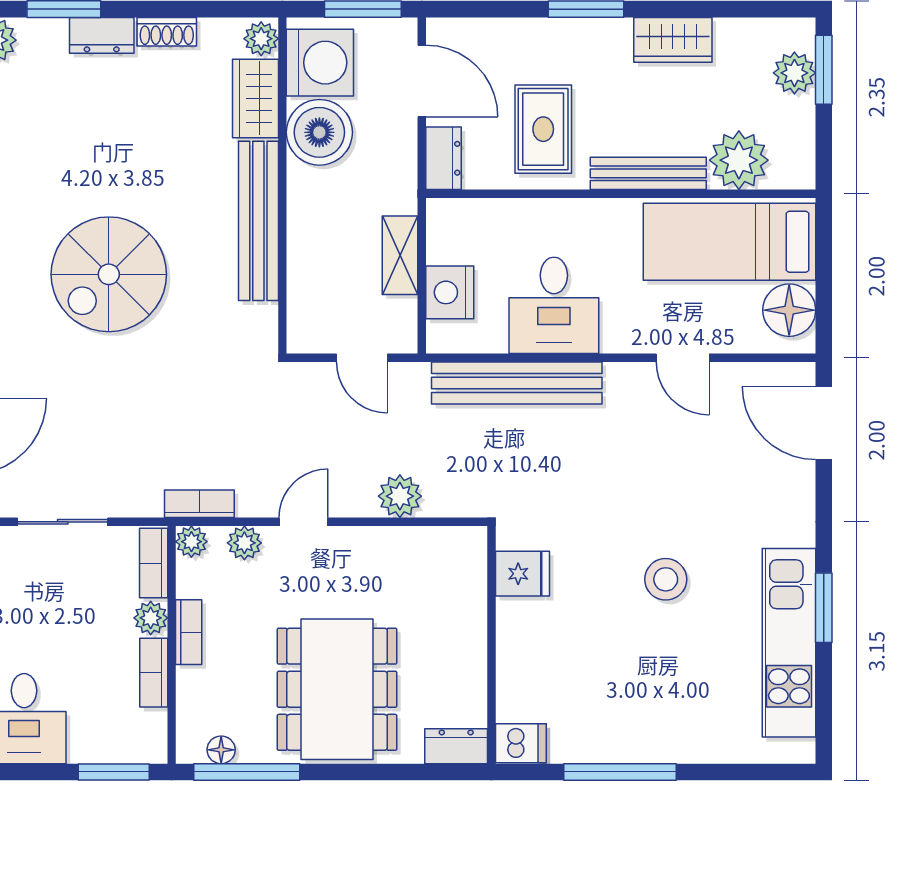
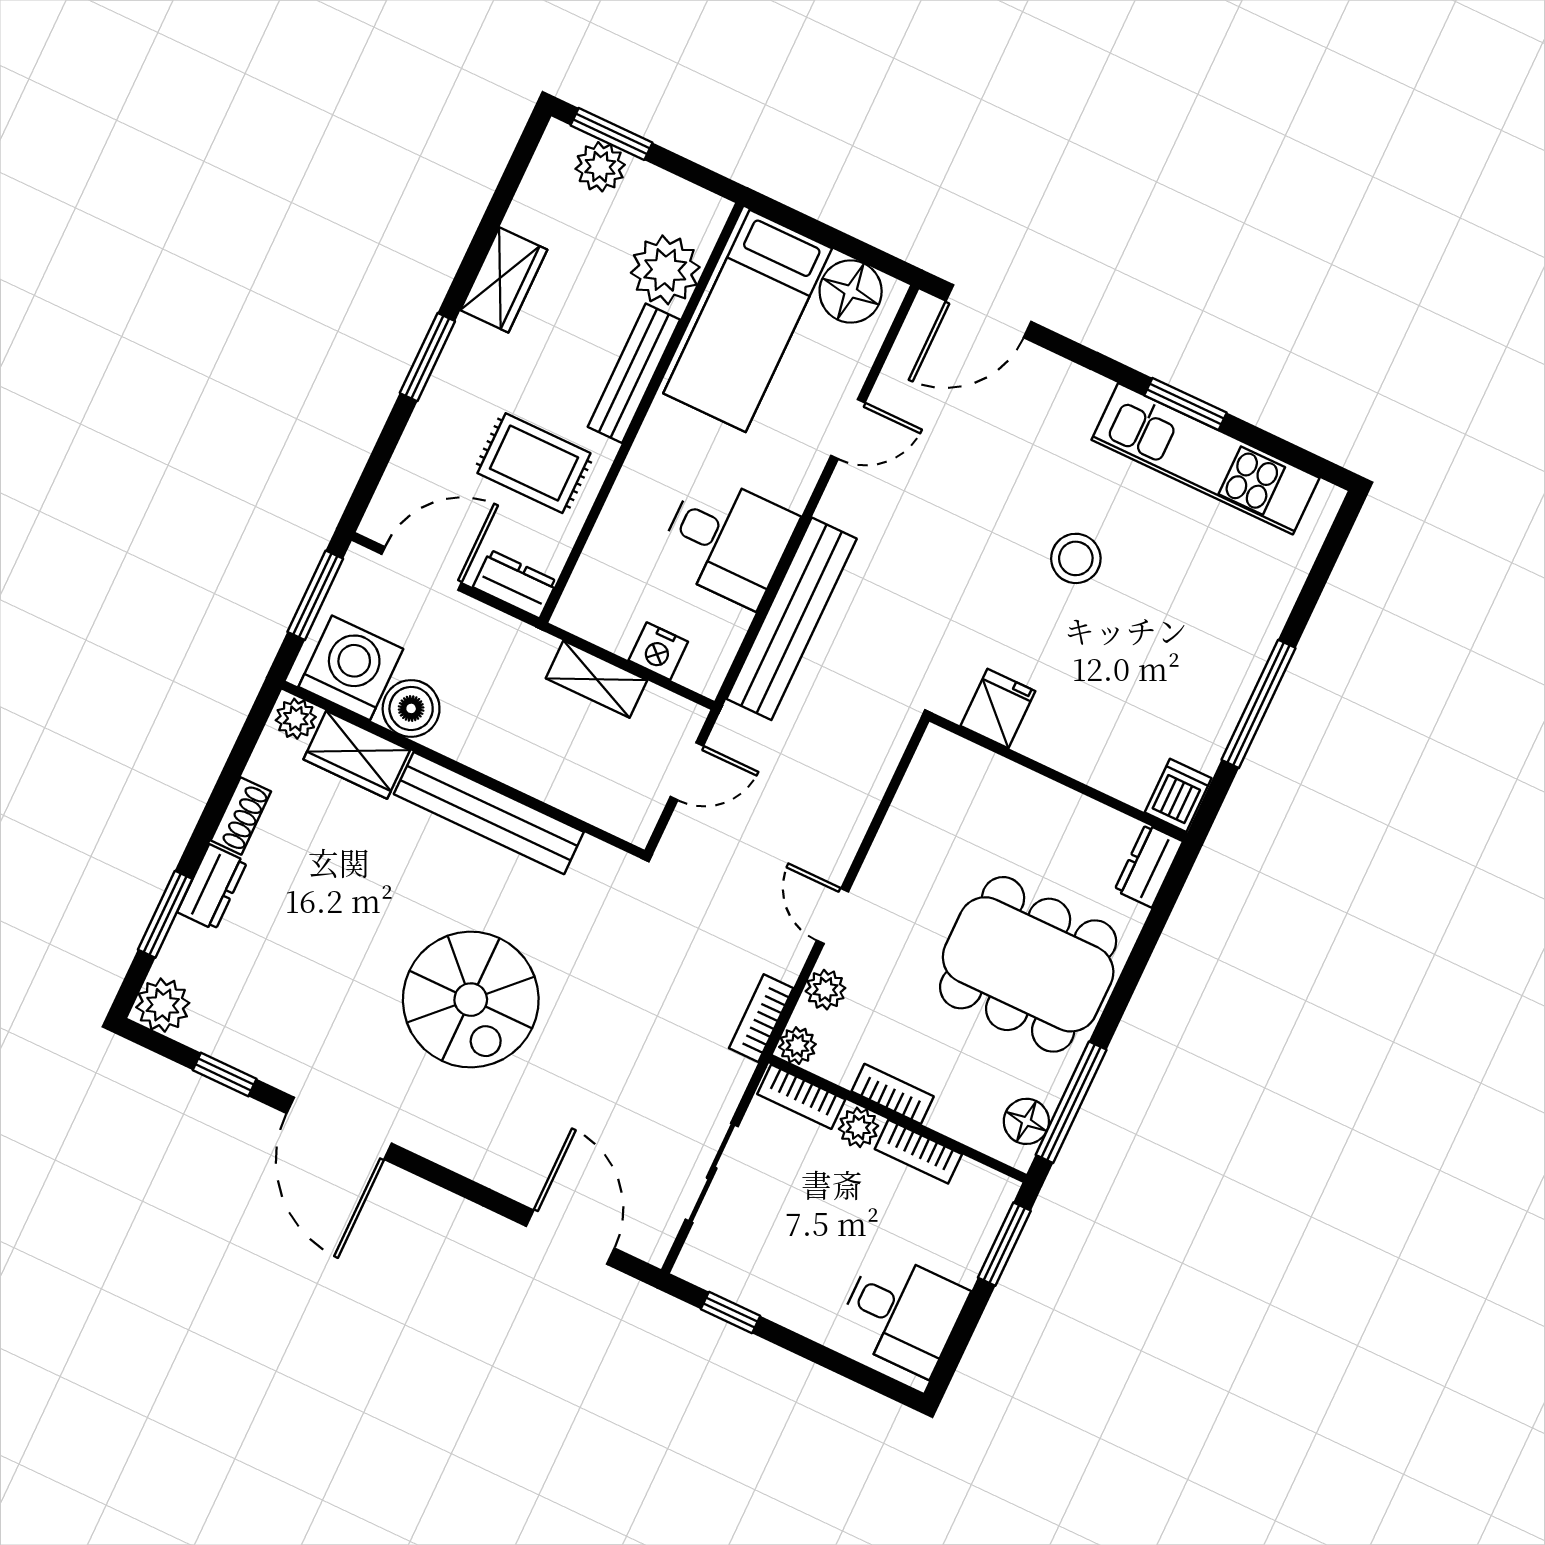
boiler: (319, 132) -> (411, 708), width x0.73, depth x0.73
nightstand: (450, 292) -> (658, 651), width x0.74, depth x0.75
plant: (400, 496) -> (854, 800), removed
floor lamp: (221, 750) -> (1026, 1121), width x1.37, depth x1.37

